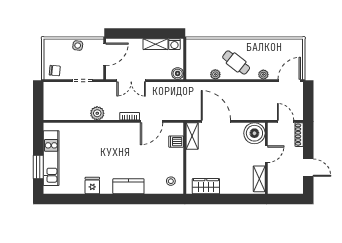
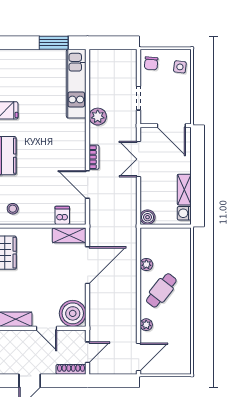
side table: (78, 46) -> (180, 67), moved
door: (289, 81) -> (139, 357), hinge flipped
kitchen unit: (51, 158) -> (76, 84), moved, turned 90
window: (38, 167) -> (54, 43), moved

